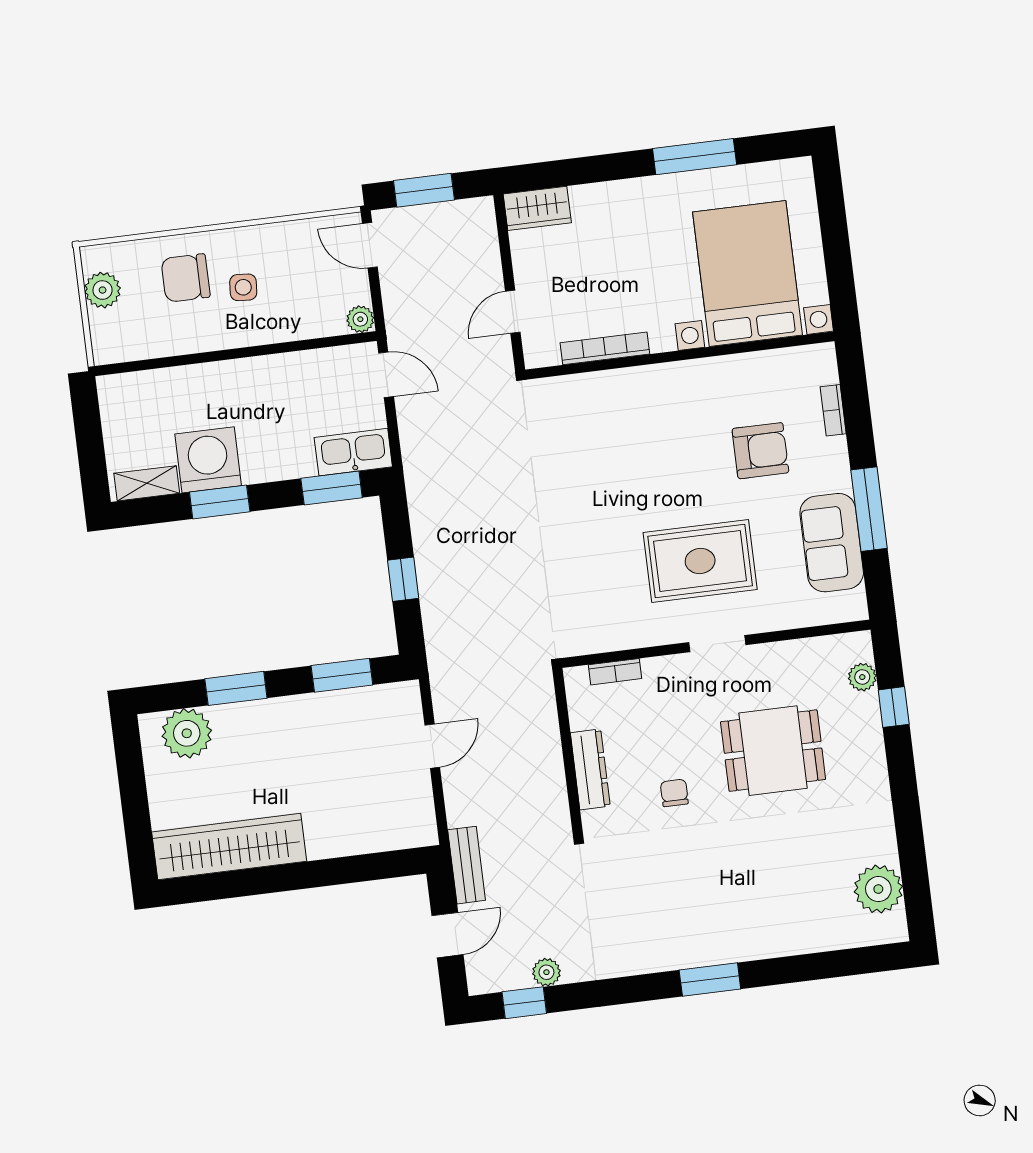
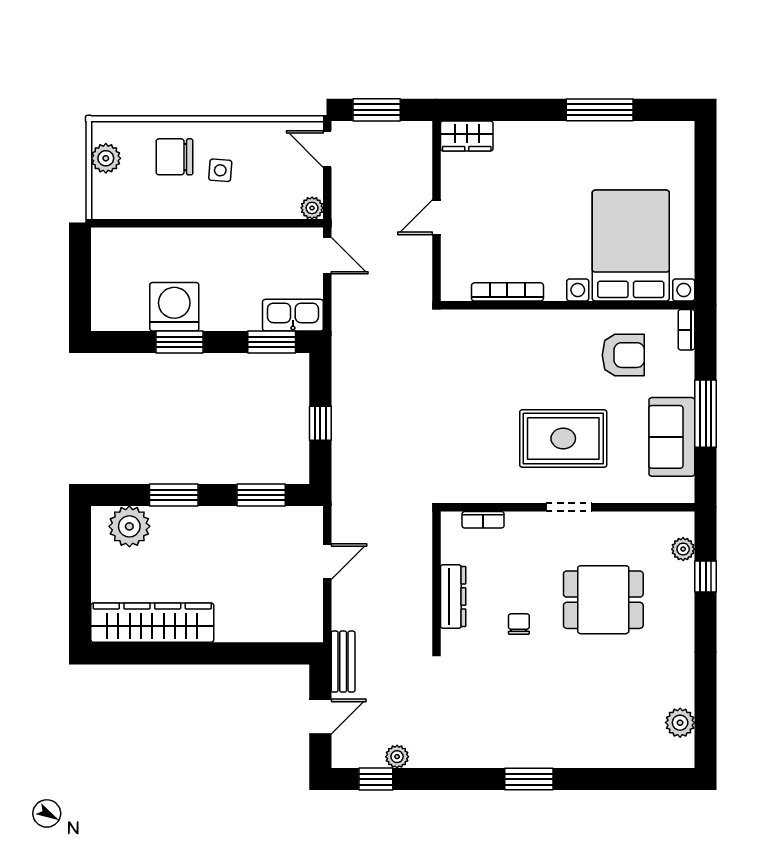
bed with nightstands: (748, 273) -> (631, 246), moved
bookcase: (605, 348) -> (507, 292), moved
wall: (680, 355) -> (568, 305), moved
shelving: (147, 483) -> (122, 320), removed
plant: (878, 889) -> (680, 723), width x0.73, depth x0.73

